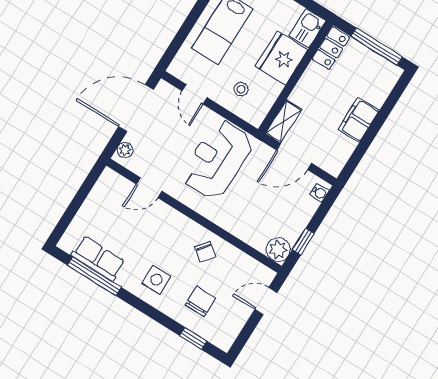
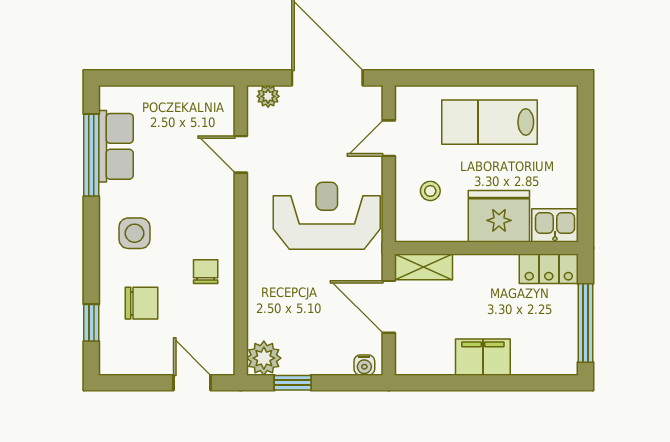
chair: (205, 252) -> (206, 272), turned 142

